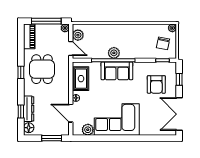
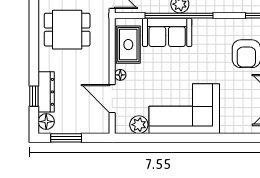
dining table: (42, 69) -> (67, 30), turned 90
sofa: (117, 71) -> (167, 32), moved
window: (21, 72) -> (34, 35), removed
window: (52, 138) -> (66, 138), moved

